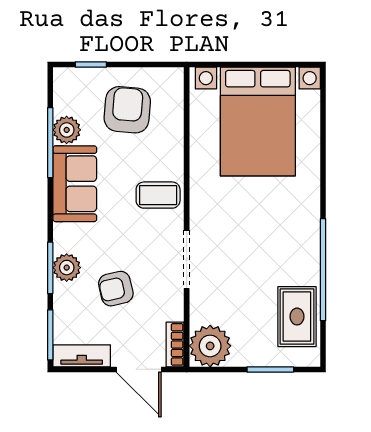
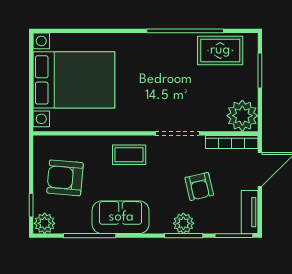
plant: (67, 130) -> (45, 223), moved
coffee table: (158, 195) -> (129, 155), turned 90
bookcase: (175, 344) -> (232, 142), width x1.56

